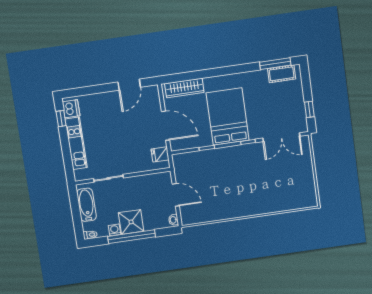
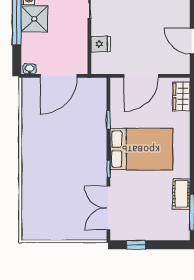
cot: (282, 74) -> (181, 194), moved
wardrobe: (184, 88) -> (181, 96), width x0.67
fridge: (160, 154) -> (101, 44), moved, turned 90
door: (176, 195) -> (59, 76), width x1.36

